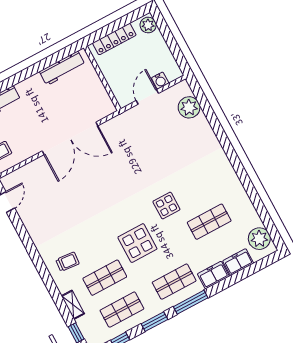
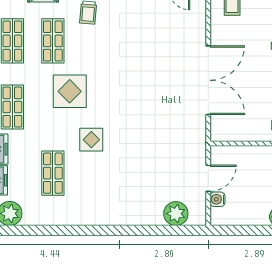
door: (147, 97) -> (208, 178), hinge flipped
double door: (70, 138) -> (208, 80), swing flipped

